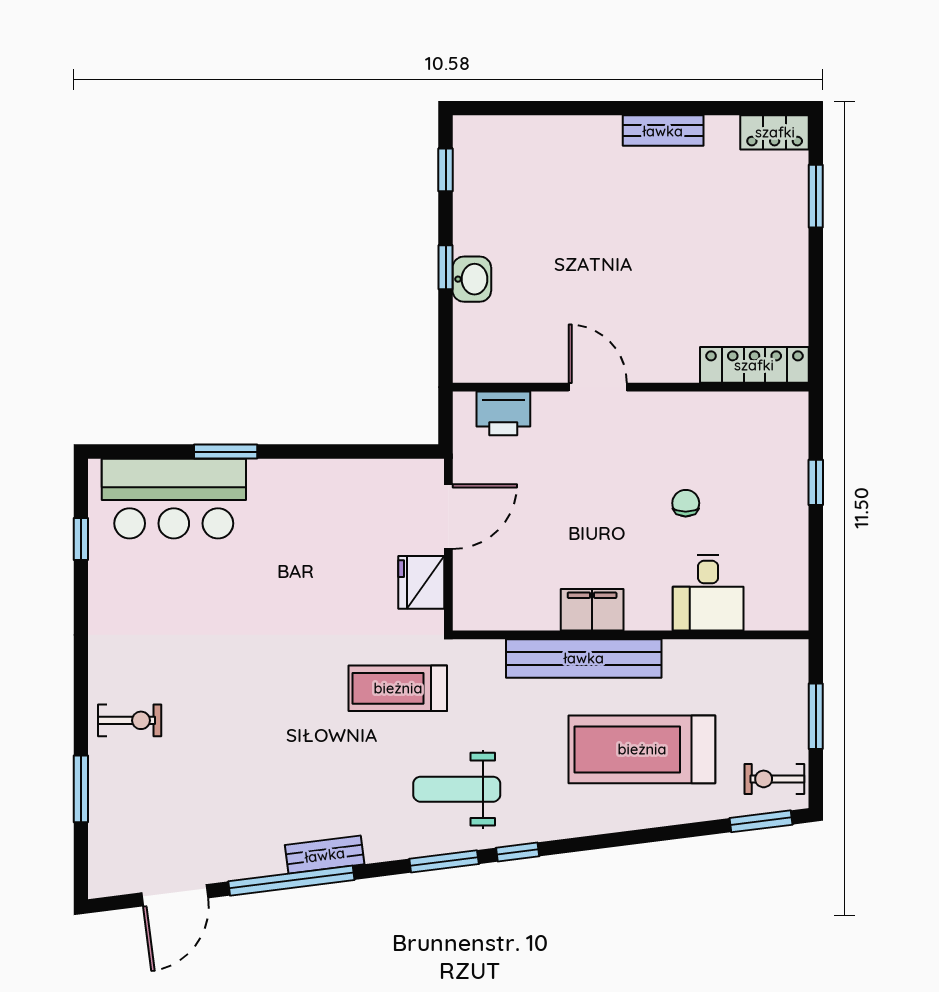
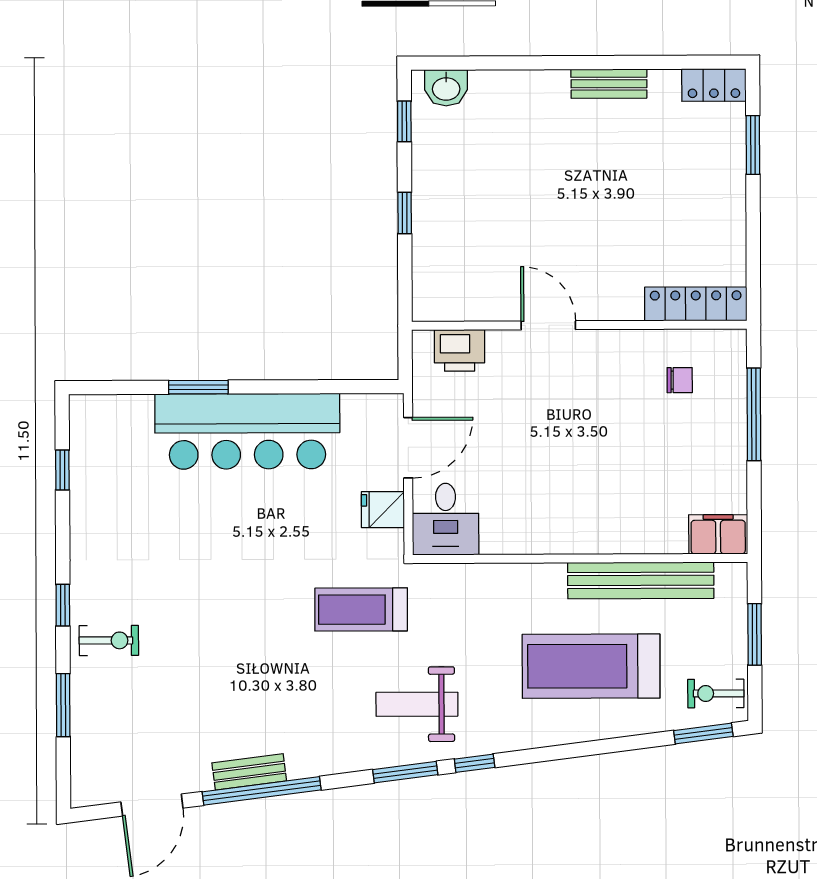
washbasin: (472, 279) -> (446, 88), moved, turned 90
window: (816, 482) -> (754, 414), width x2.17
bar counter: (174, 499) -> (247, 431), moved, width x1.36
chair: (686, 503) -> (680, 380), moved, turned 90
fridge: (421, 582) -> (383, 510), width x0.72
desk: (708, 593) -> (446, 519), moved
filing cabinet: (592, 610) -> (718, 534), moved
bench: (584, 658) -> (641, 580), moved
window: (81, 683) -> (63, 605), added
bench: (325, 855) -> (249, 772), moved

